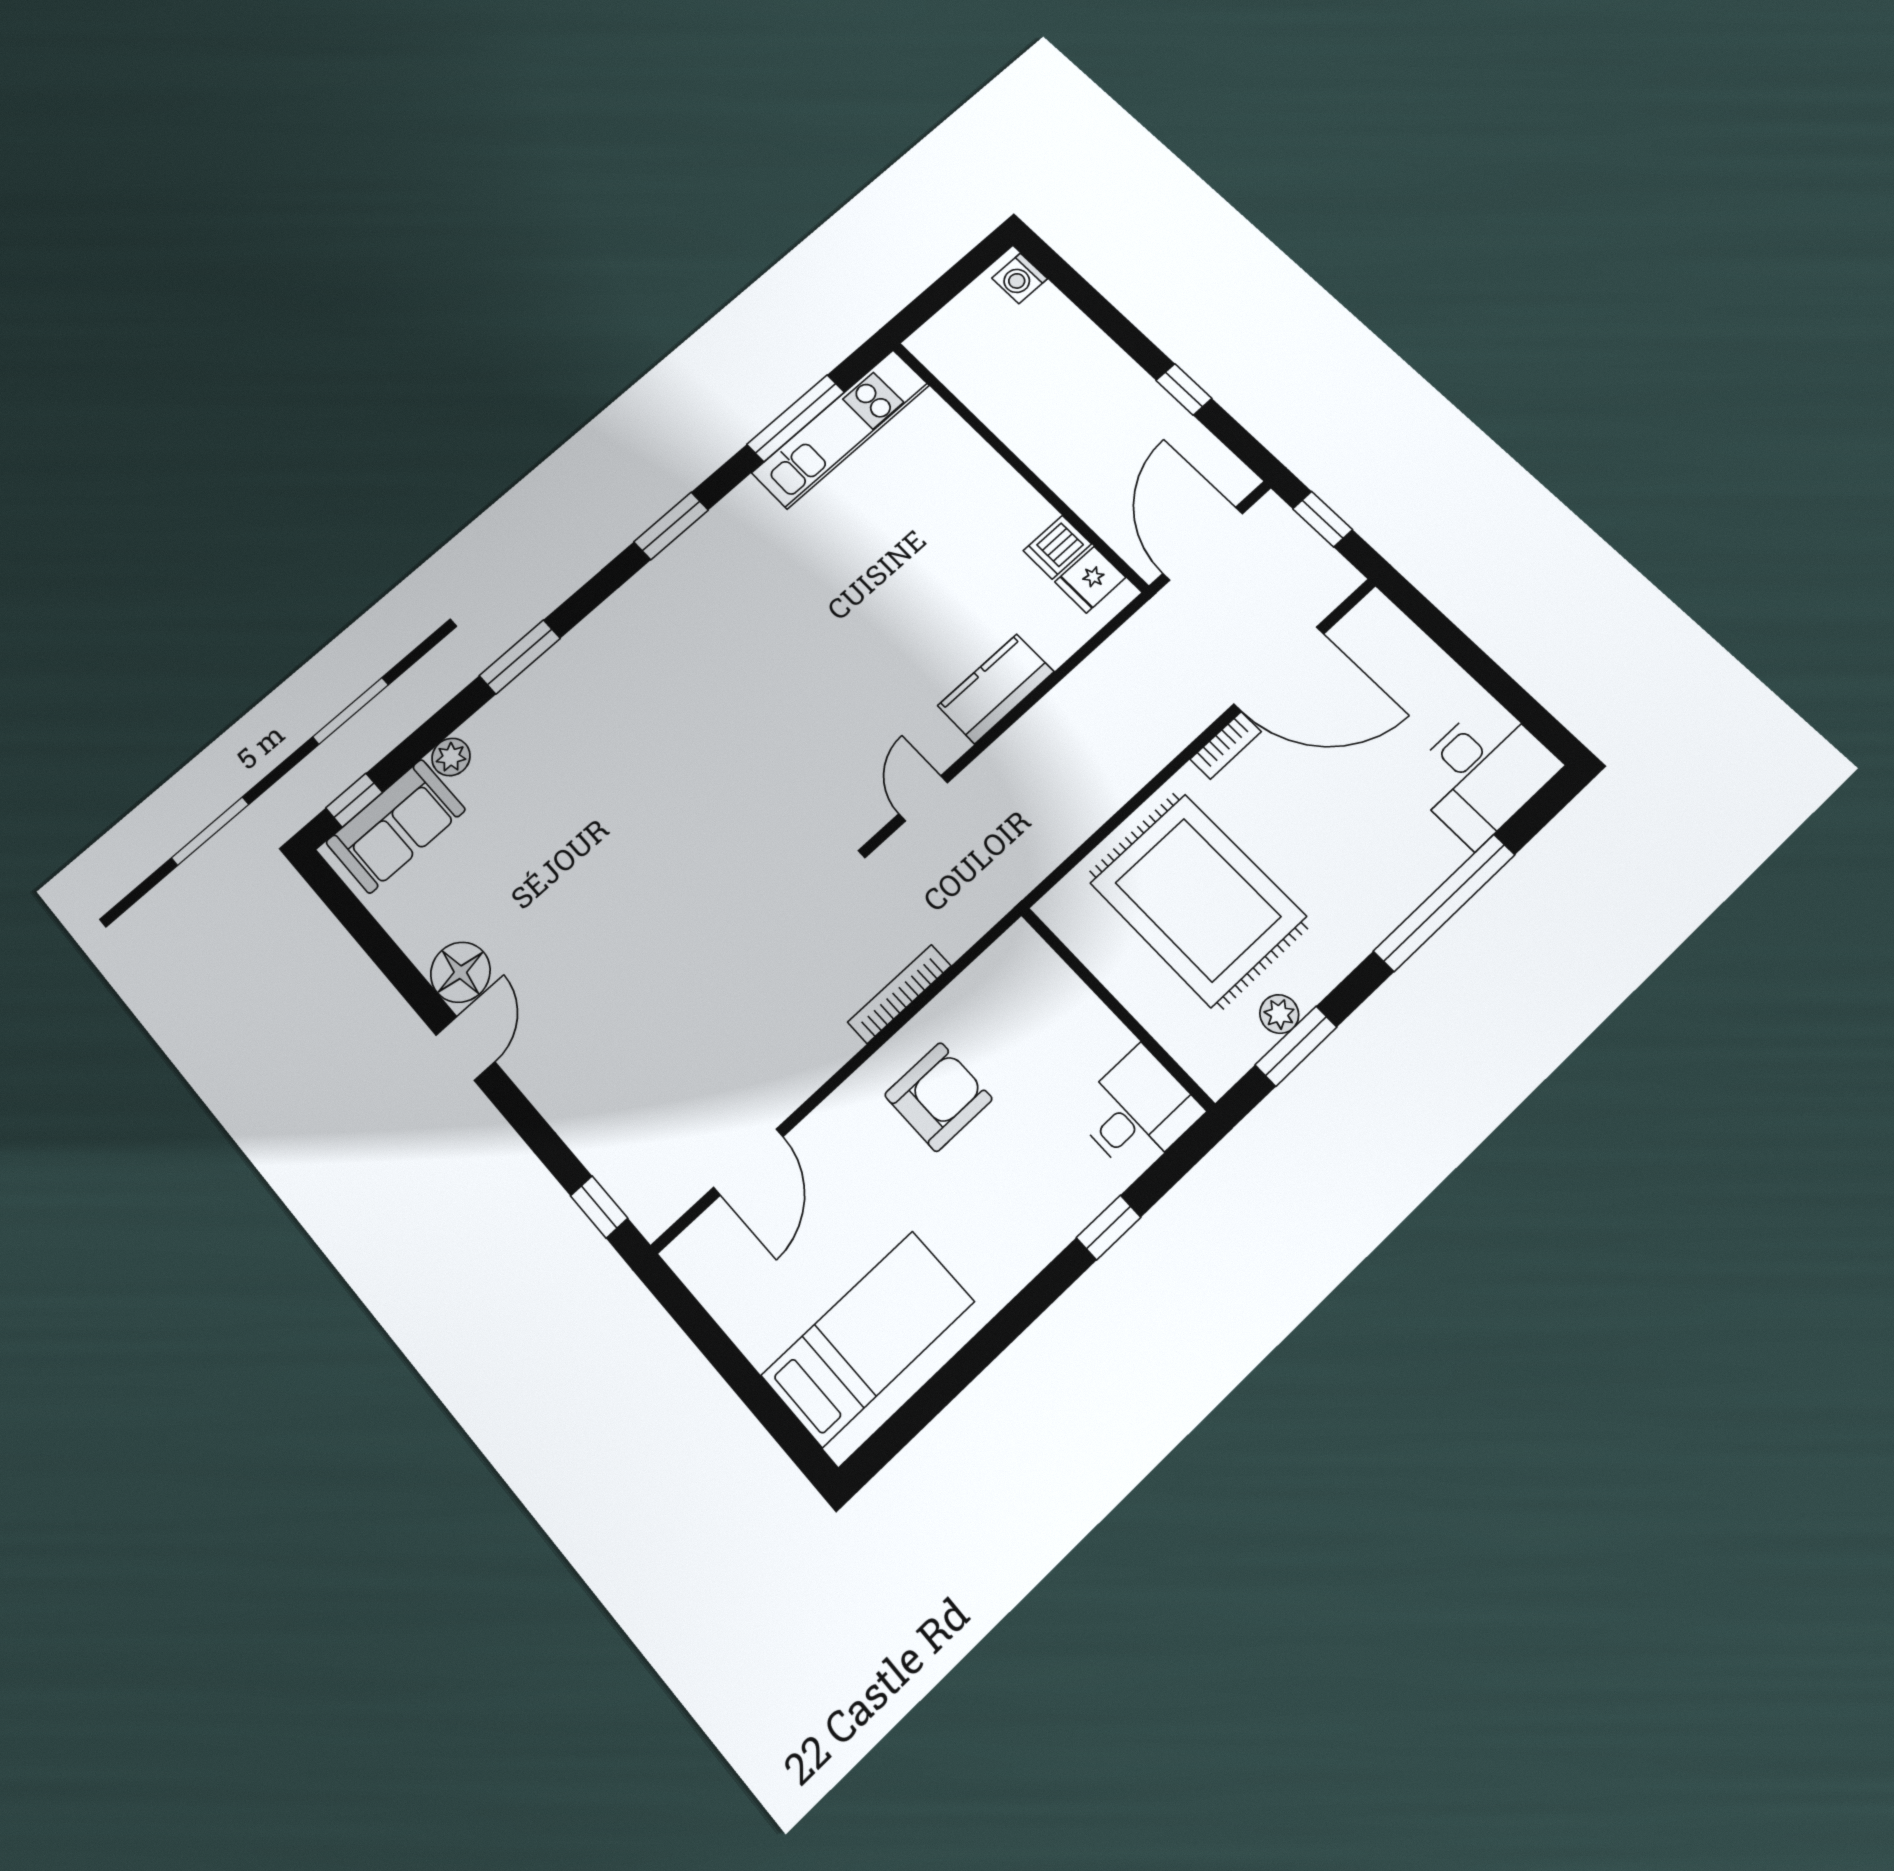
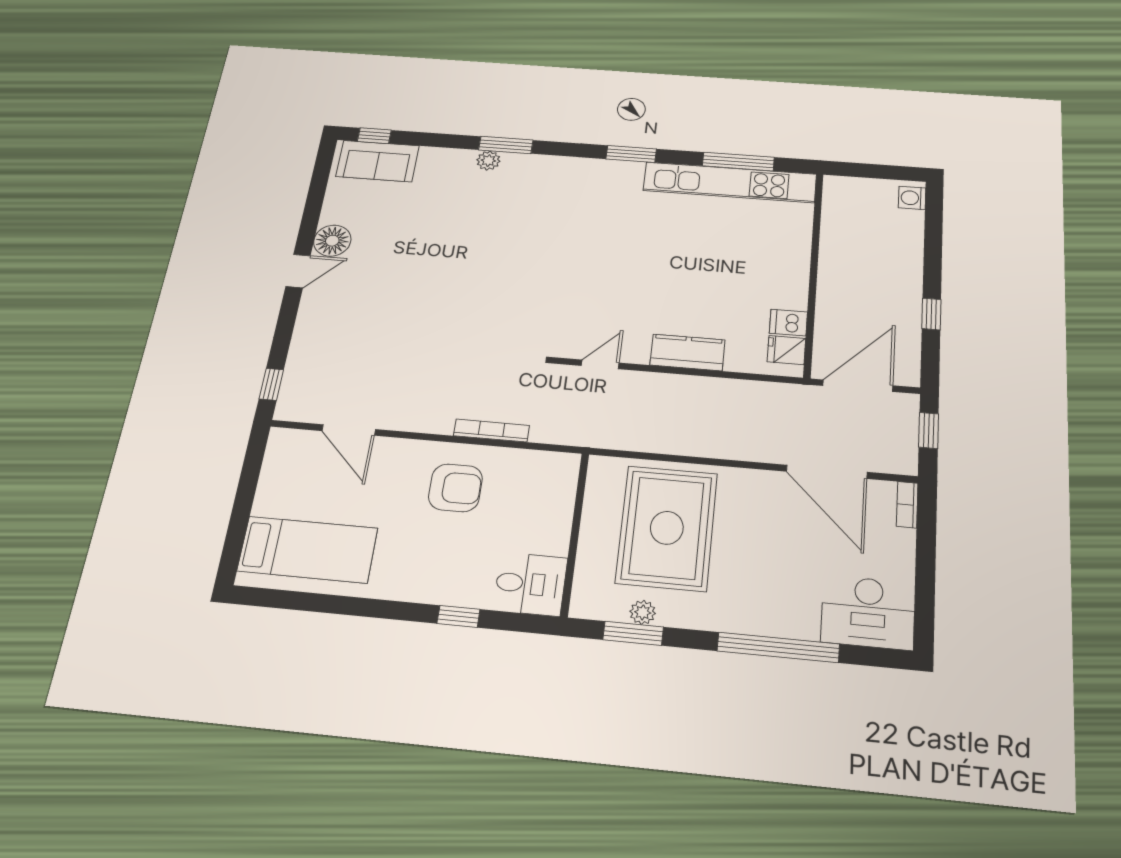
kitchen unit: (841, 429) -> (730, 182), width x1.36
bookcase: (1226, 745) -> (907, 505), moved, turned 90
plant: (451, 757) -> (488, 161), moved
door: (748, 1162) -> (349, 430), hinge flipped

